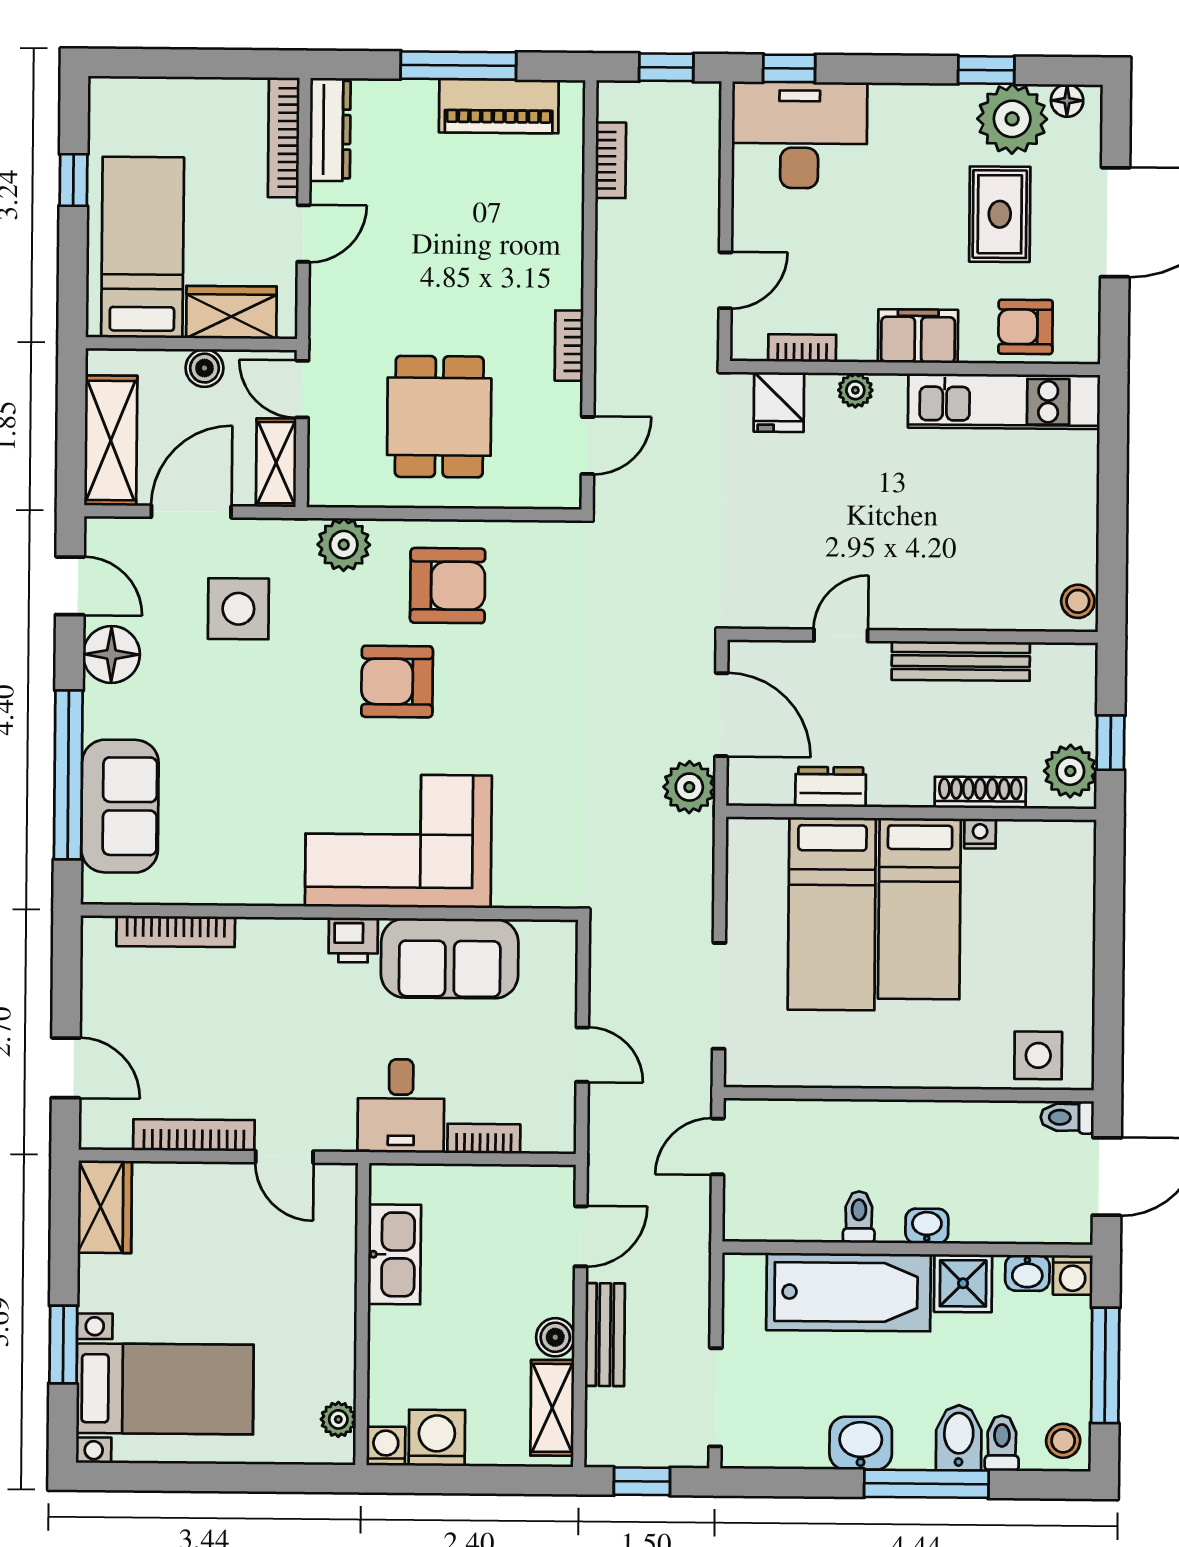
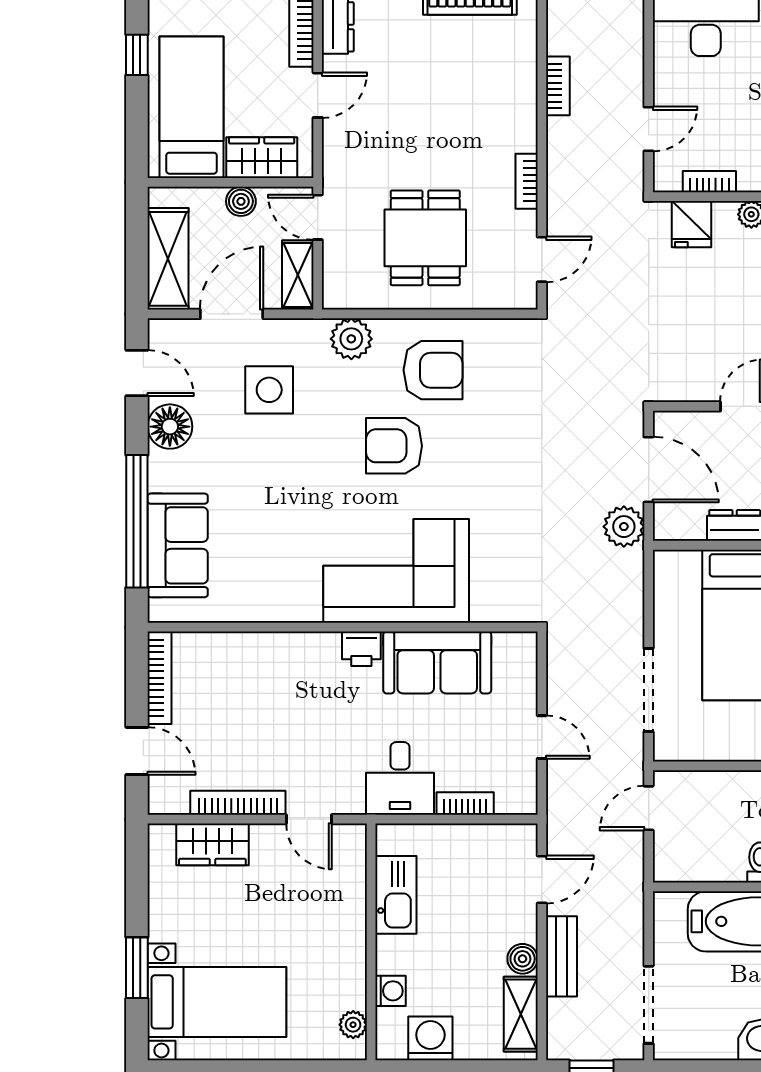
bookcase: (611, 160) -> (558, 86), moved
bookcase: (176, 931) -> (159, 678), moved, turned -90
wardrobe: (105, 1207) -> (212, 844), moved, turned 90
washing machine: (386, 1446) -> (390, 991), moved, turned 90

